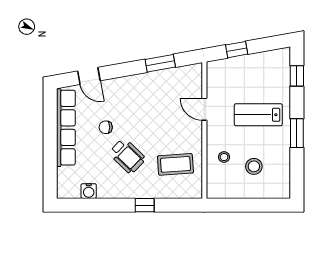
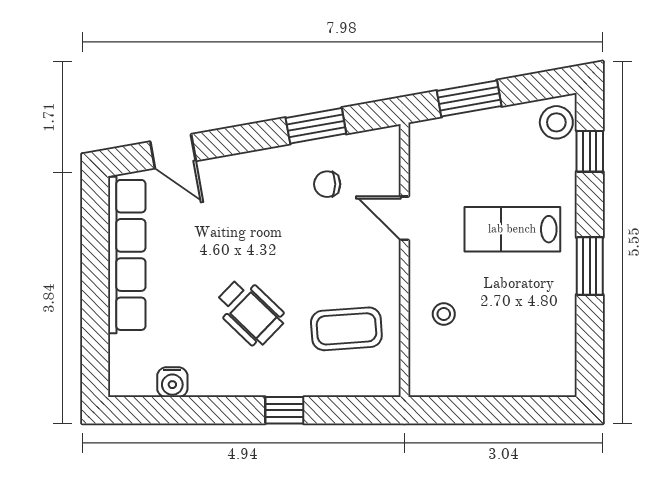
window: (237, 50) -> (469, 99), width x1.50
chair: (106, 127) -> (327, 184), moved
stool: (254, 166) -> (556, 122), moved

